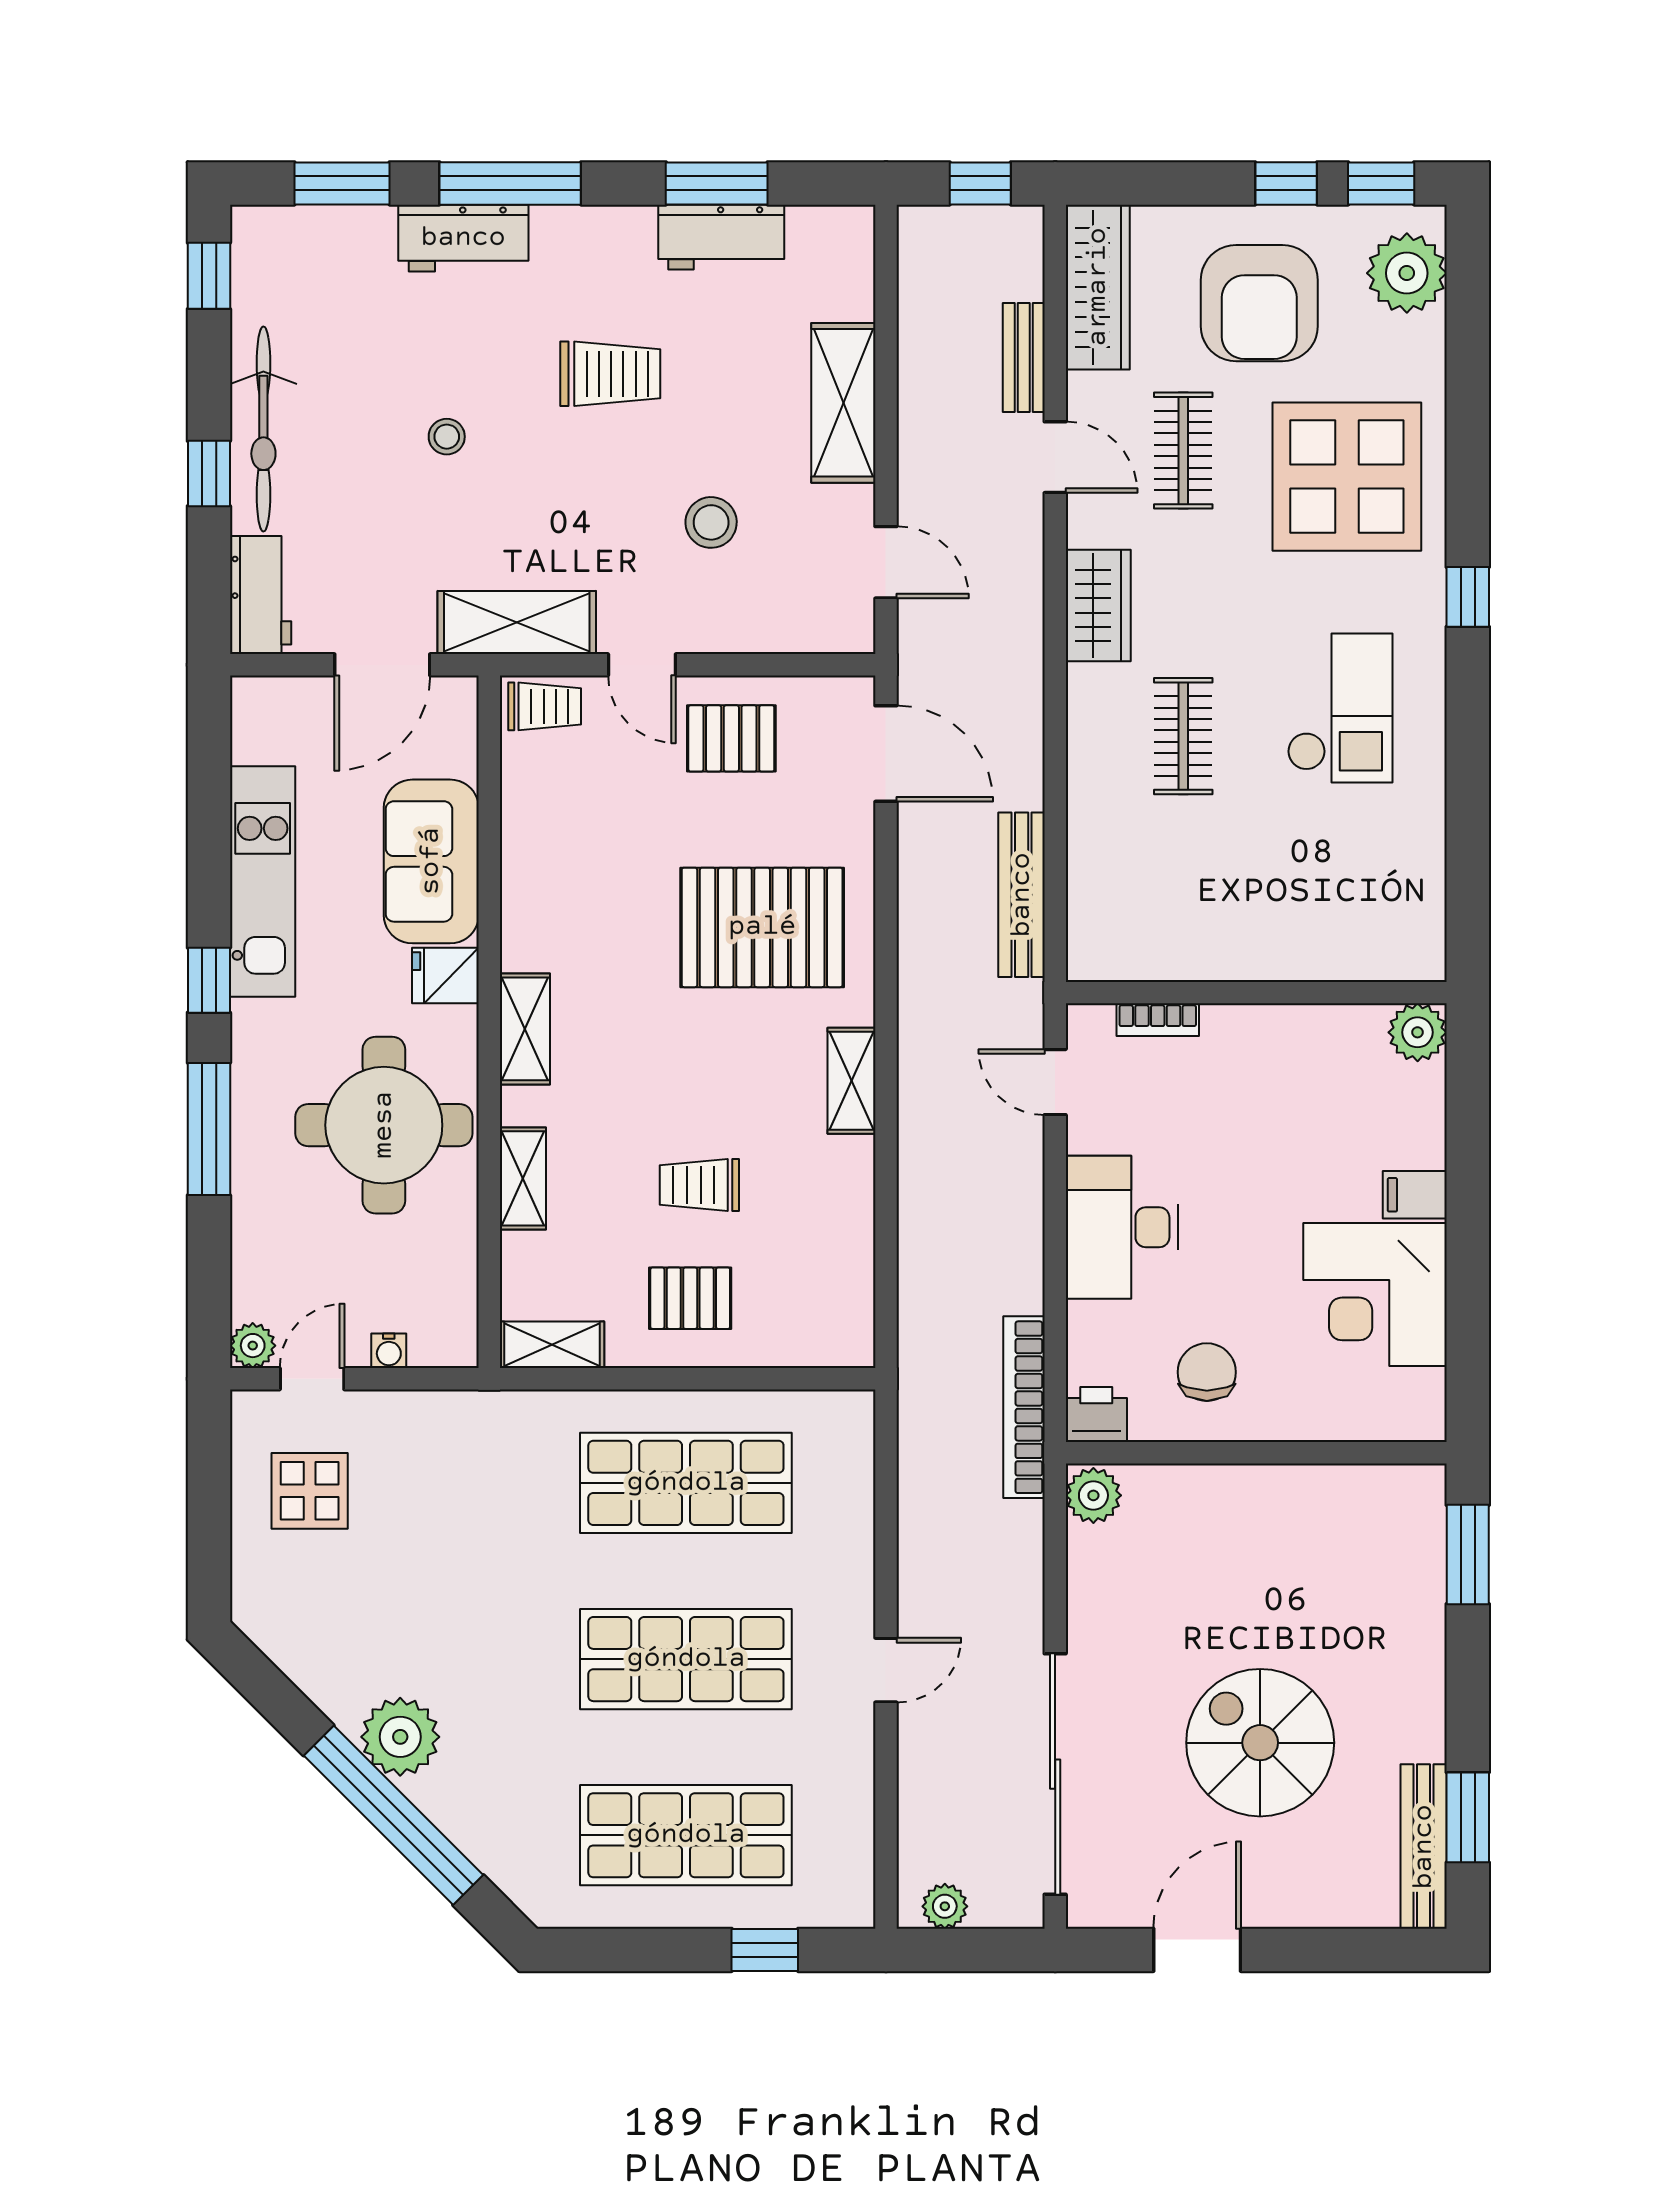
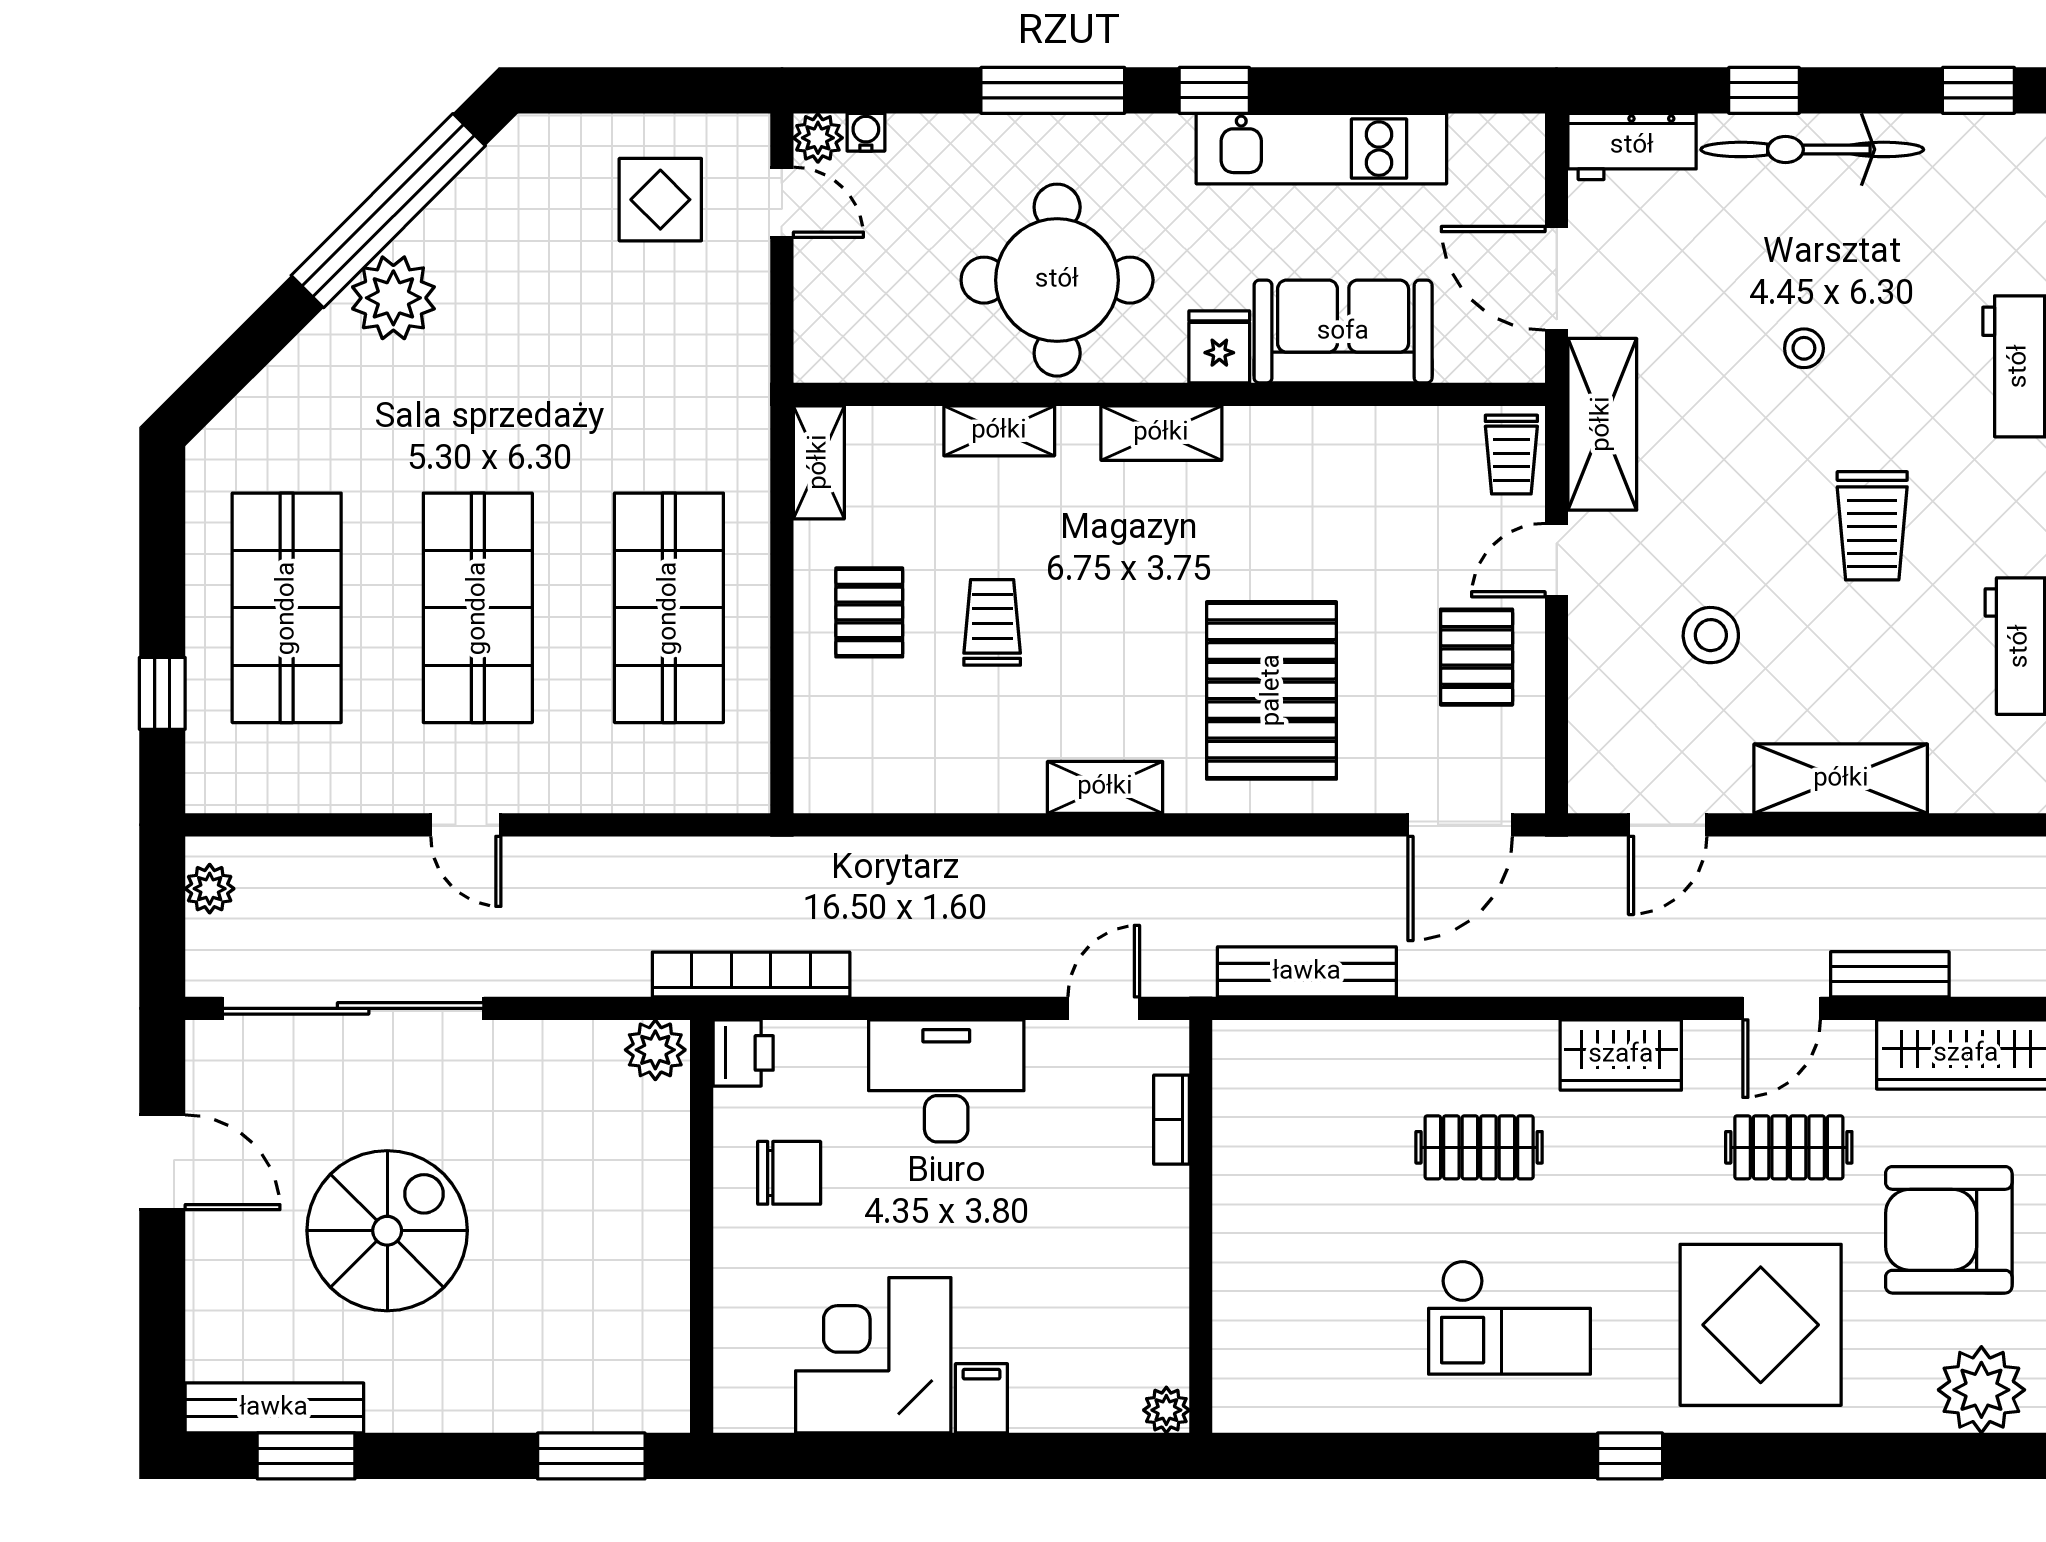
plant: (1418, 1032) -> (1166, 1410), width x0.73, depth x0.73
water cooler: (389, 1351) -> (866, 132), moved, turned 90
window: (393, 1815) -> (388, 211), moved

